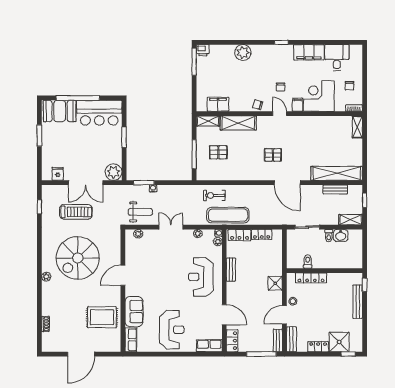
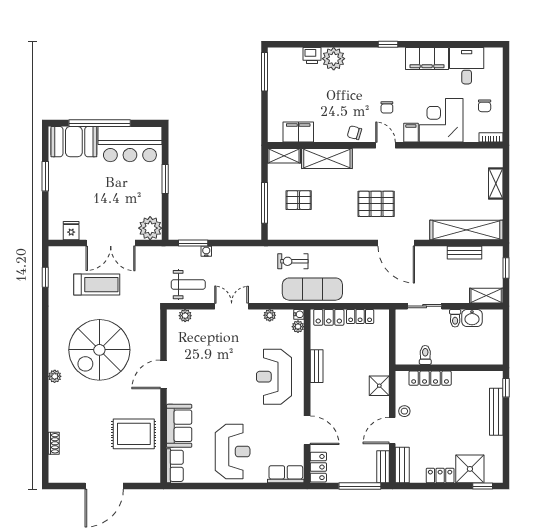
printer: (203, 50) -> (312, 56), moved
shelving: (357, 127) -> (496, 183), moved
pallet: (273, 155) -> (376, 204), width x1.50, depth x1.42

